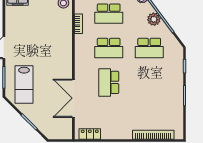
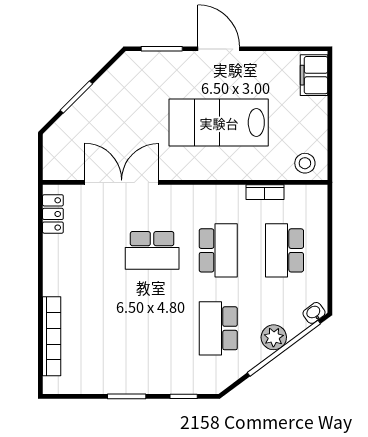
school desk: (109, 48) -> (218, 250), turned 180
school desk: (109, 82) -> (152, 250), turned 180
lab bench: (24, 85) -> (219, 123), moved, width x1.36, depth x1.39

